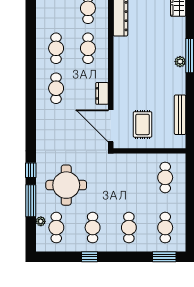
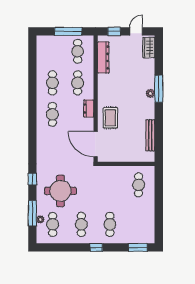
dresser: (102, 93) -> (89, 108), moved
rug: (143, 124) -> (110, 118), moved
window: (31, 201) -> (32, 213), moved
cafe table: (165, 228) -> (139, 224), removed
window: (89, 257) -> (96, 247), moved

